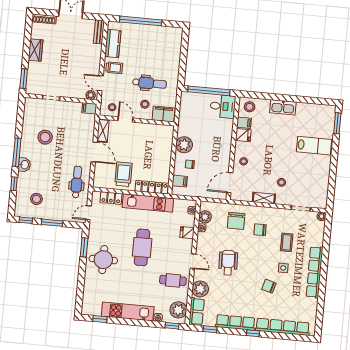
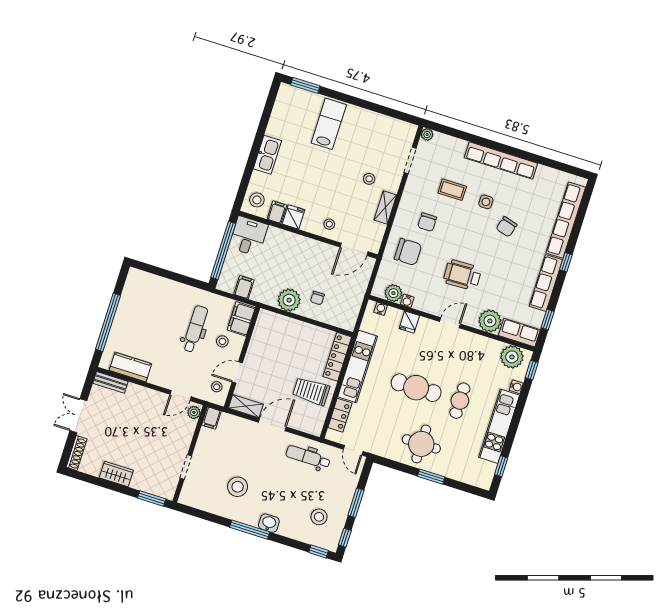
trolley: (114, 68) -> (164, 372), removed
filing cabinet: (180, 181) -> (244, 287), moved
door: (230, 183) -> (354, 249), hinge flipped
window: (14, 184) -> (319, 551), moved
window: (84, 247) -> (431, 477), moved
cafe table: (173, 280) -> (460, 401), moved

